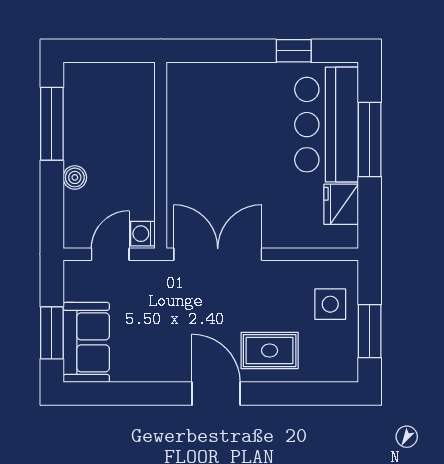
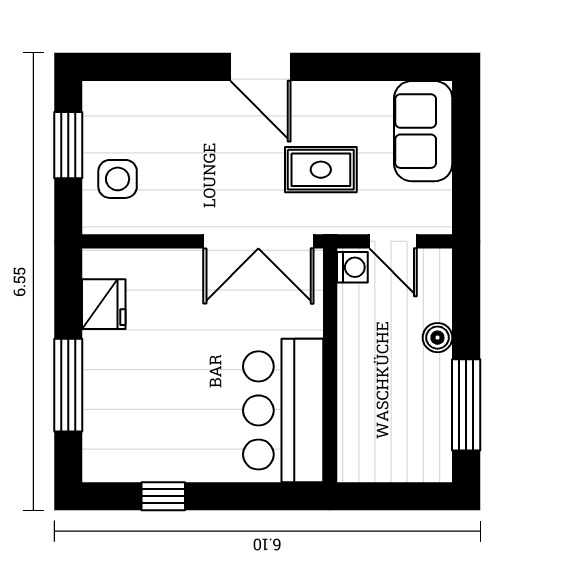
bar counter: (327, 125) -> (283, 410), moved, turned 180
door: (110, 254) -> (393, 241), hinge flipped
window: (52, 333) -> (466, 143), removed
rug: (270, 351) -> (321, 170), moved

